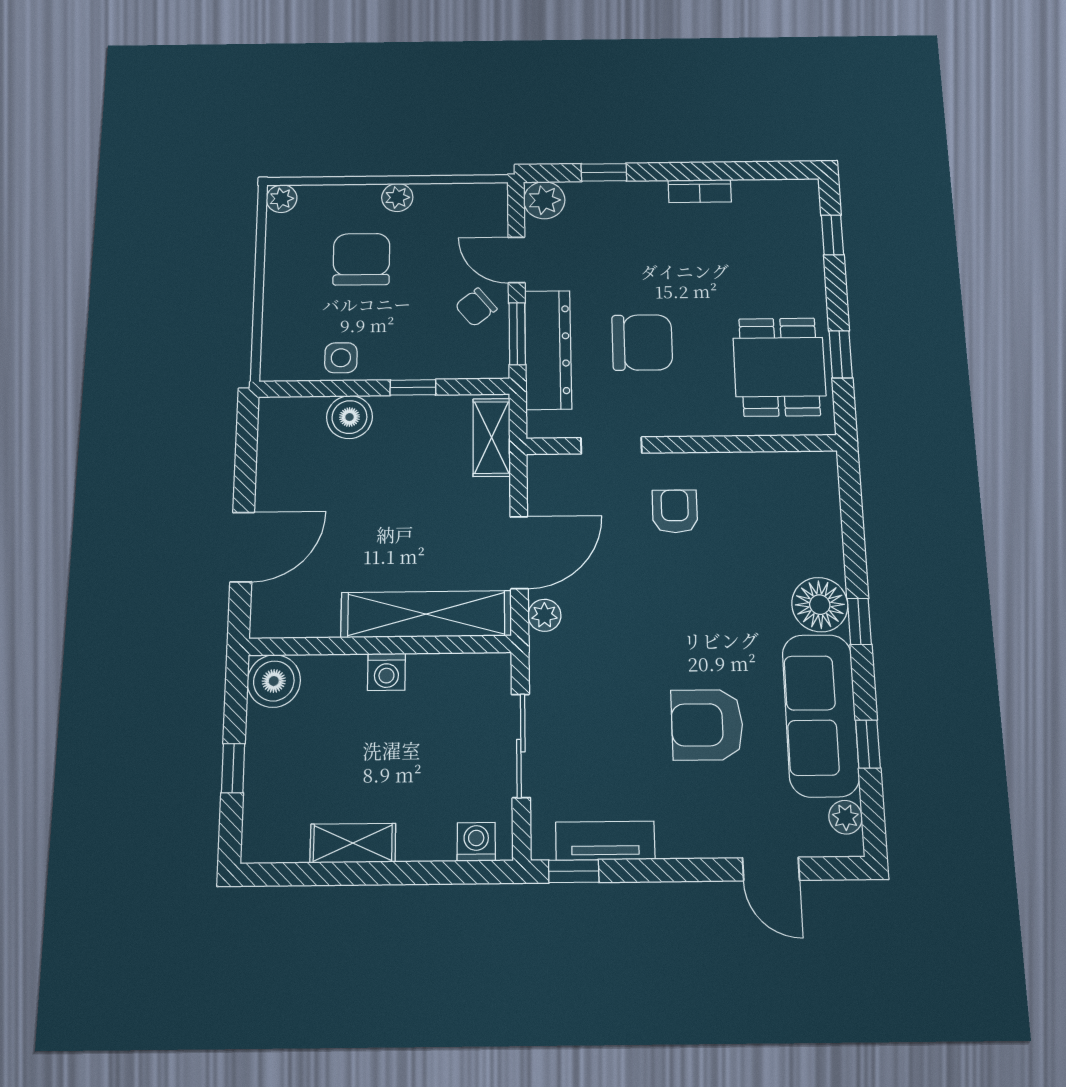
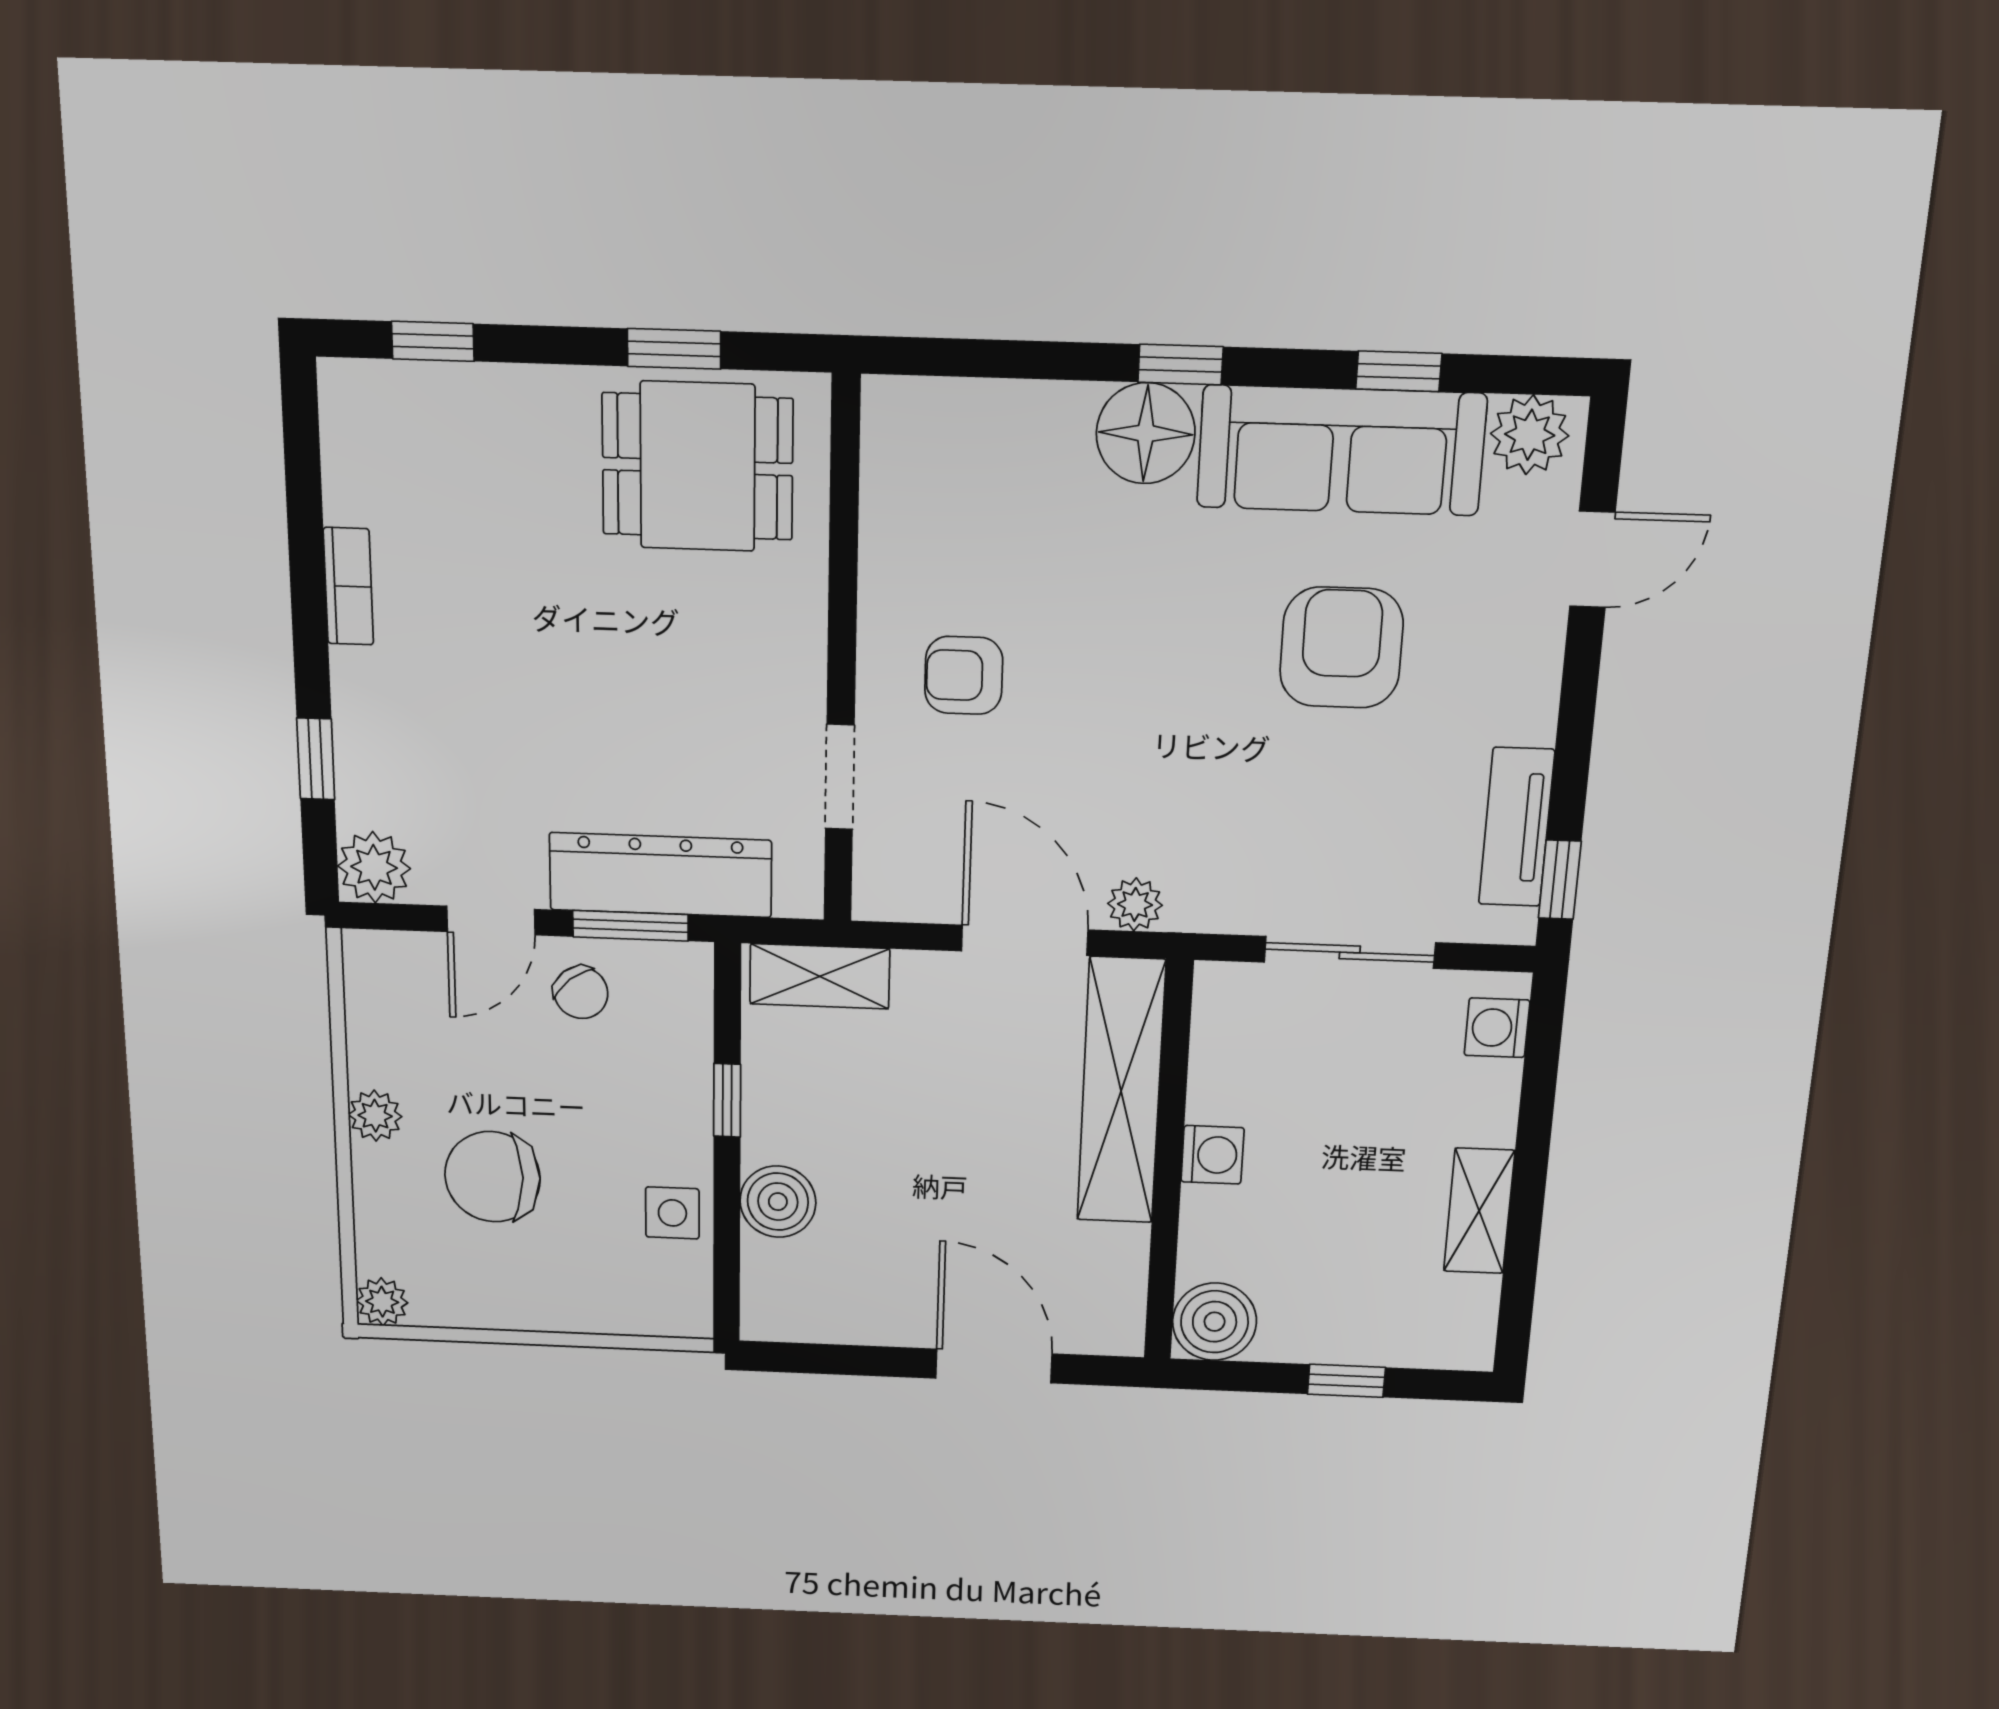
chair: (642, 342) -> (648, 711), removed
armchair: (707, 725) -> (1341, 648), turned 180
plant: (846, 817) -> (1530, 435), width x1.38, depth x1.38

